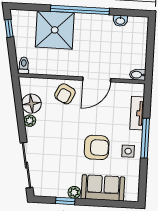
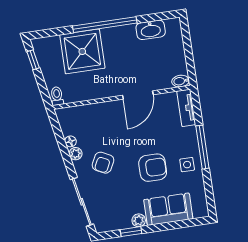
washbasin: (120, 21) -> (151, 30), width x1.91, depth x1.45
armchair: (65, 94) -> (103, 163), moved
floor lamp: (31, 104) -> (71, 141), width x0.53, depth x0.53
tv unit: (137, 113) -> (186, 108), moved

